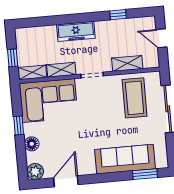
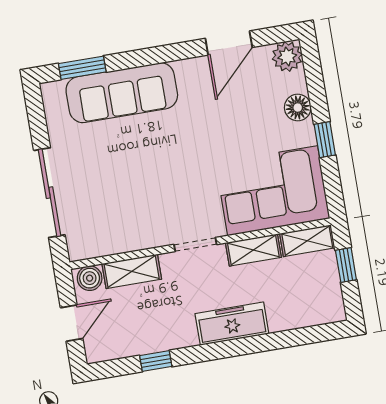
door: (161, 38) -> (72, 323), hinge flipped
boiler: (150, 62) -> (90, 278), added
coffee table: (135, 98) -> (113, 208), removed

